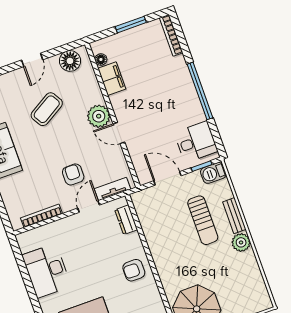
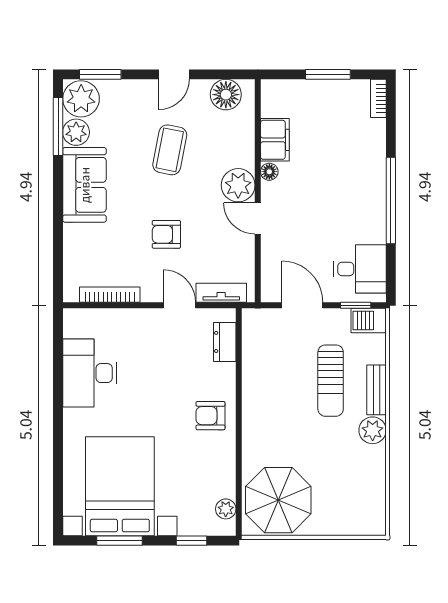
bookcase: (171, 35) -> (378, 98), width x0.64
floor lamp: (101, 59) -> (269, 172), moved
coffee table: (47, 109) -> (170, 150), turned -48
armchair: (73, 174) -> (166, 234), moved, turned -90
door: (89, 207) -> (179, 305), hinge flipped

